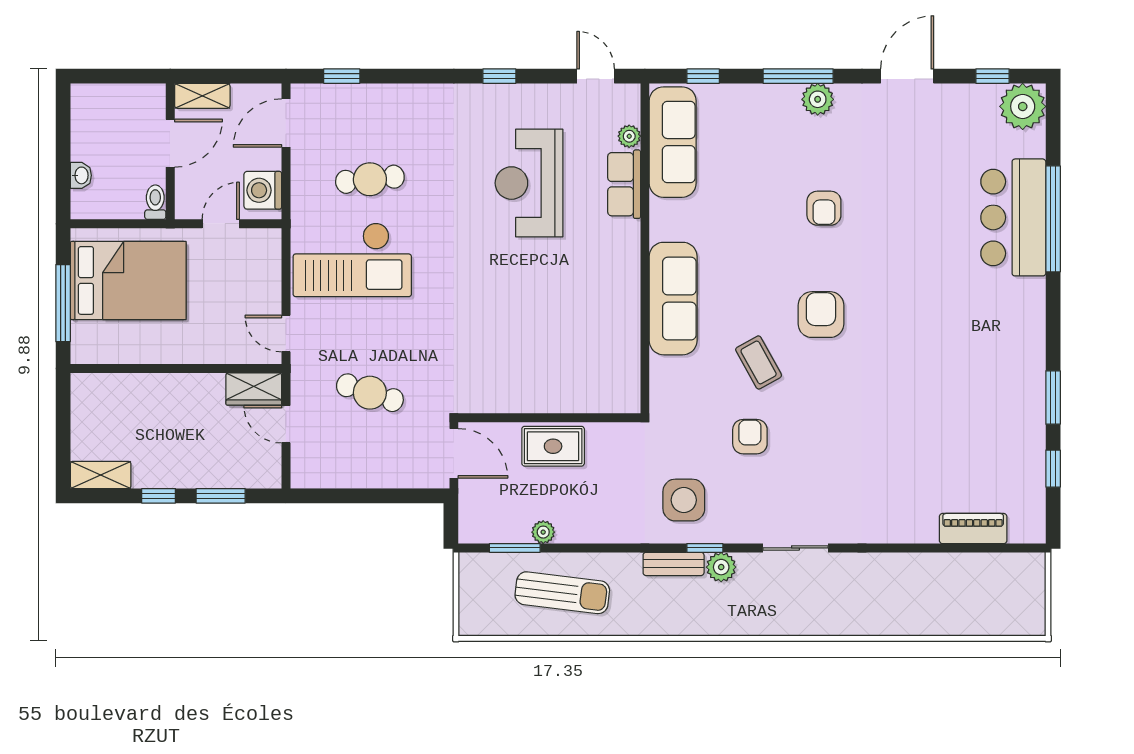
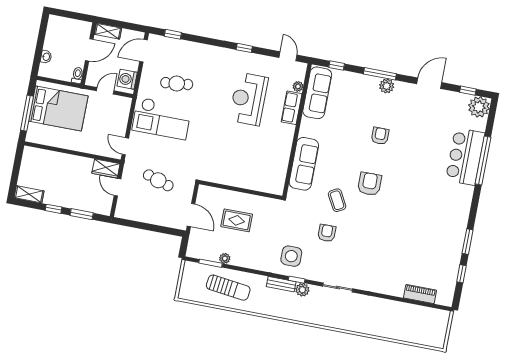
armchair: (824, 208) -> (380, 136), turned 180
wall: (549, 418) -> (241, 190), moved

